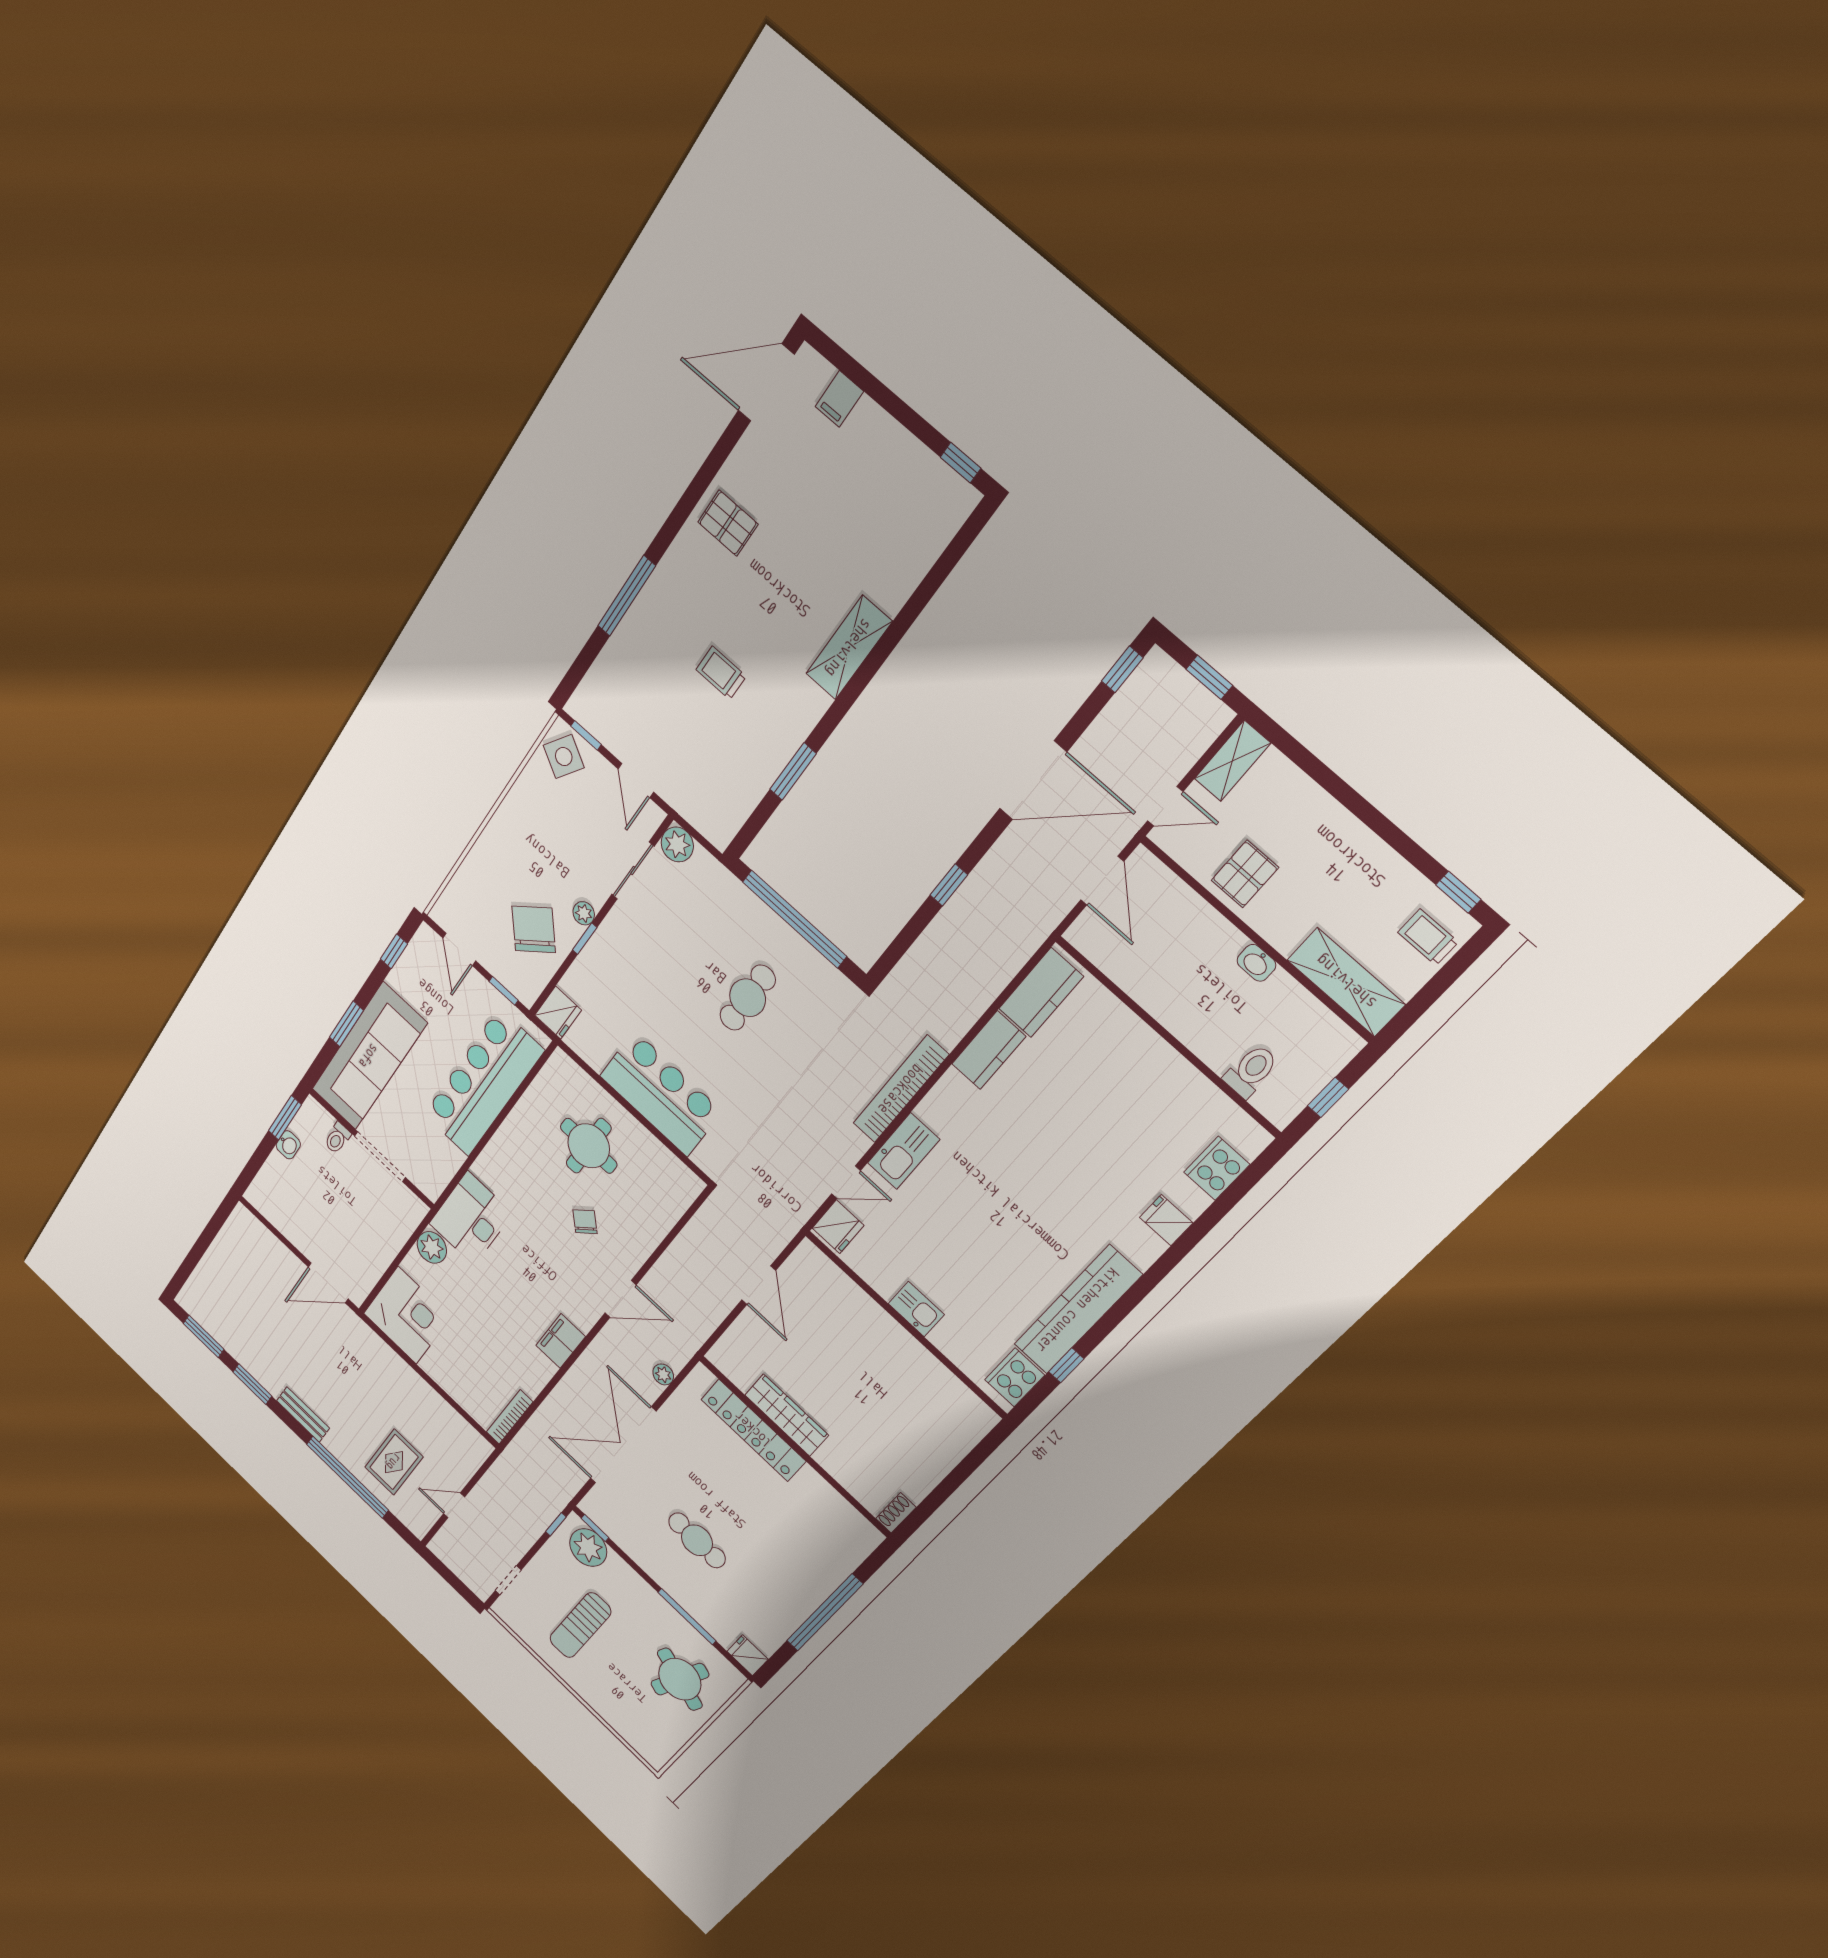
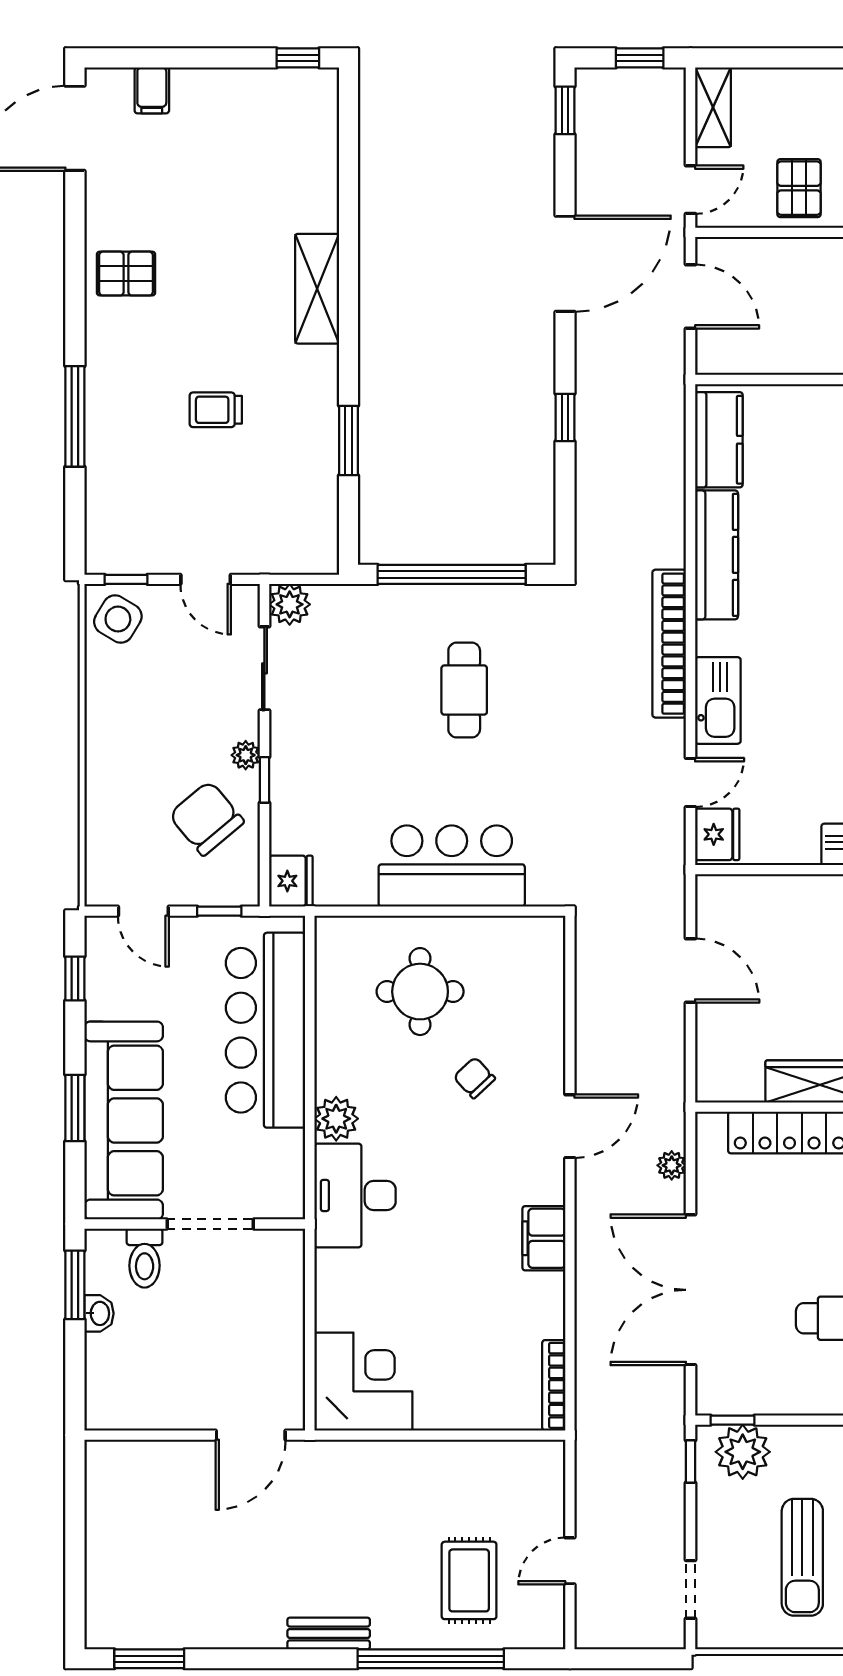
kitchen counter: (989, 1050) -> (717, 555), width x1.50
toilet: (337, 1138) -> (145, 1258), width x1.37, depth x1.39
plant: (432, 1247) -> (336, 1119), moved
window: (252, 1384) -> (246, 1659), removed

